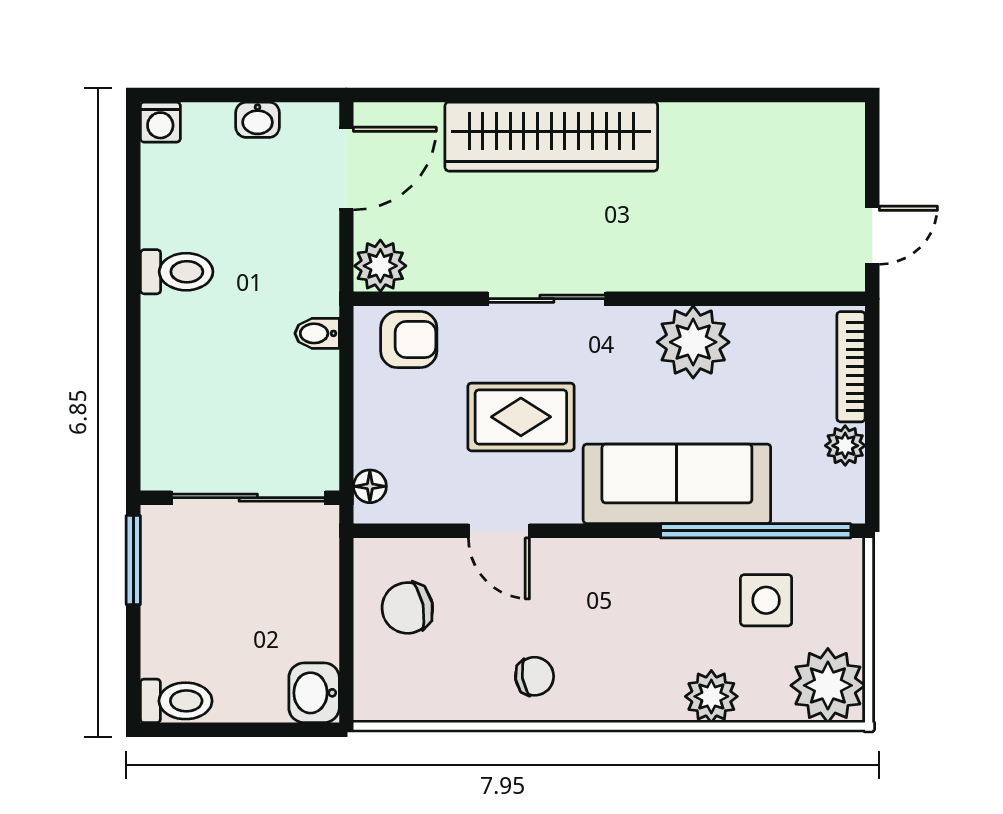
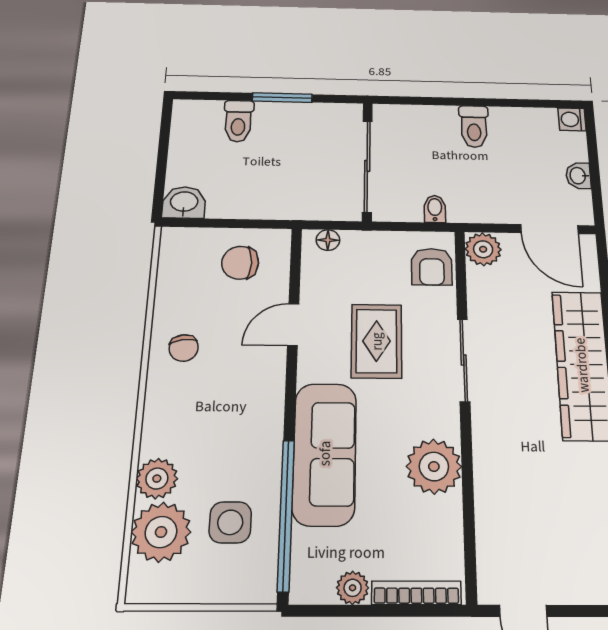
wall: (240, 498) -> (367, 161), moved
sliding door: (248, 498) -> (367, 166), moved
chair: (407, 608) -> (240, 263), turned -78
plant: (828, 685) -> (161, 532), moved
toilet: (176, 701) -> (238, 121), moved

